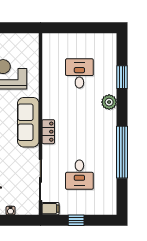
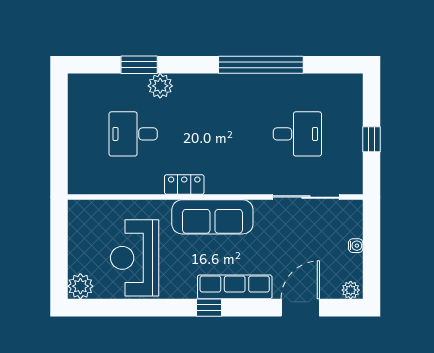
plant: (109, 102) -> (160, 86), moved
locker: (48, 132) -> (184, 184), moved
filing cabinet: (51, 209) -> (353, 181), removed

